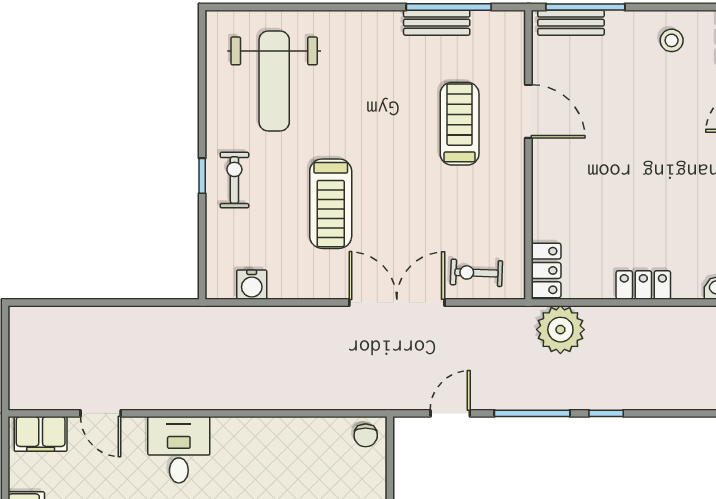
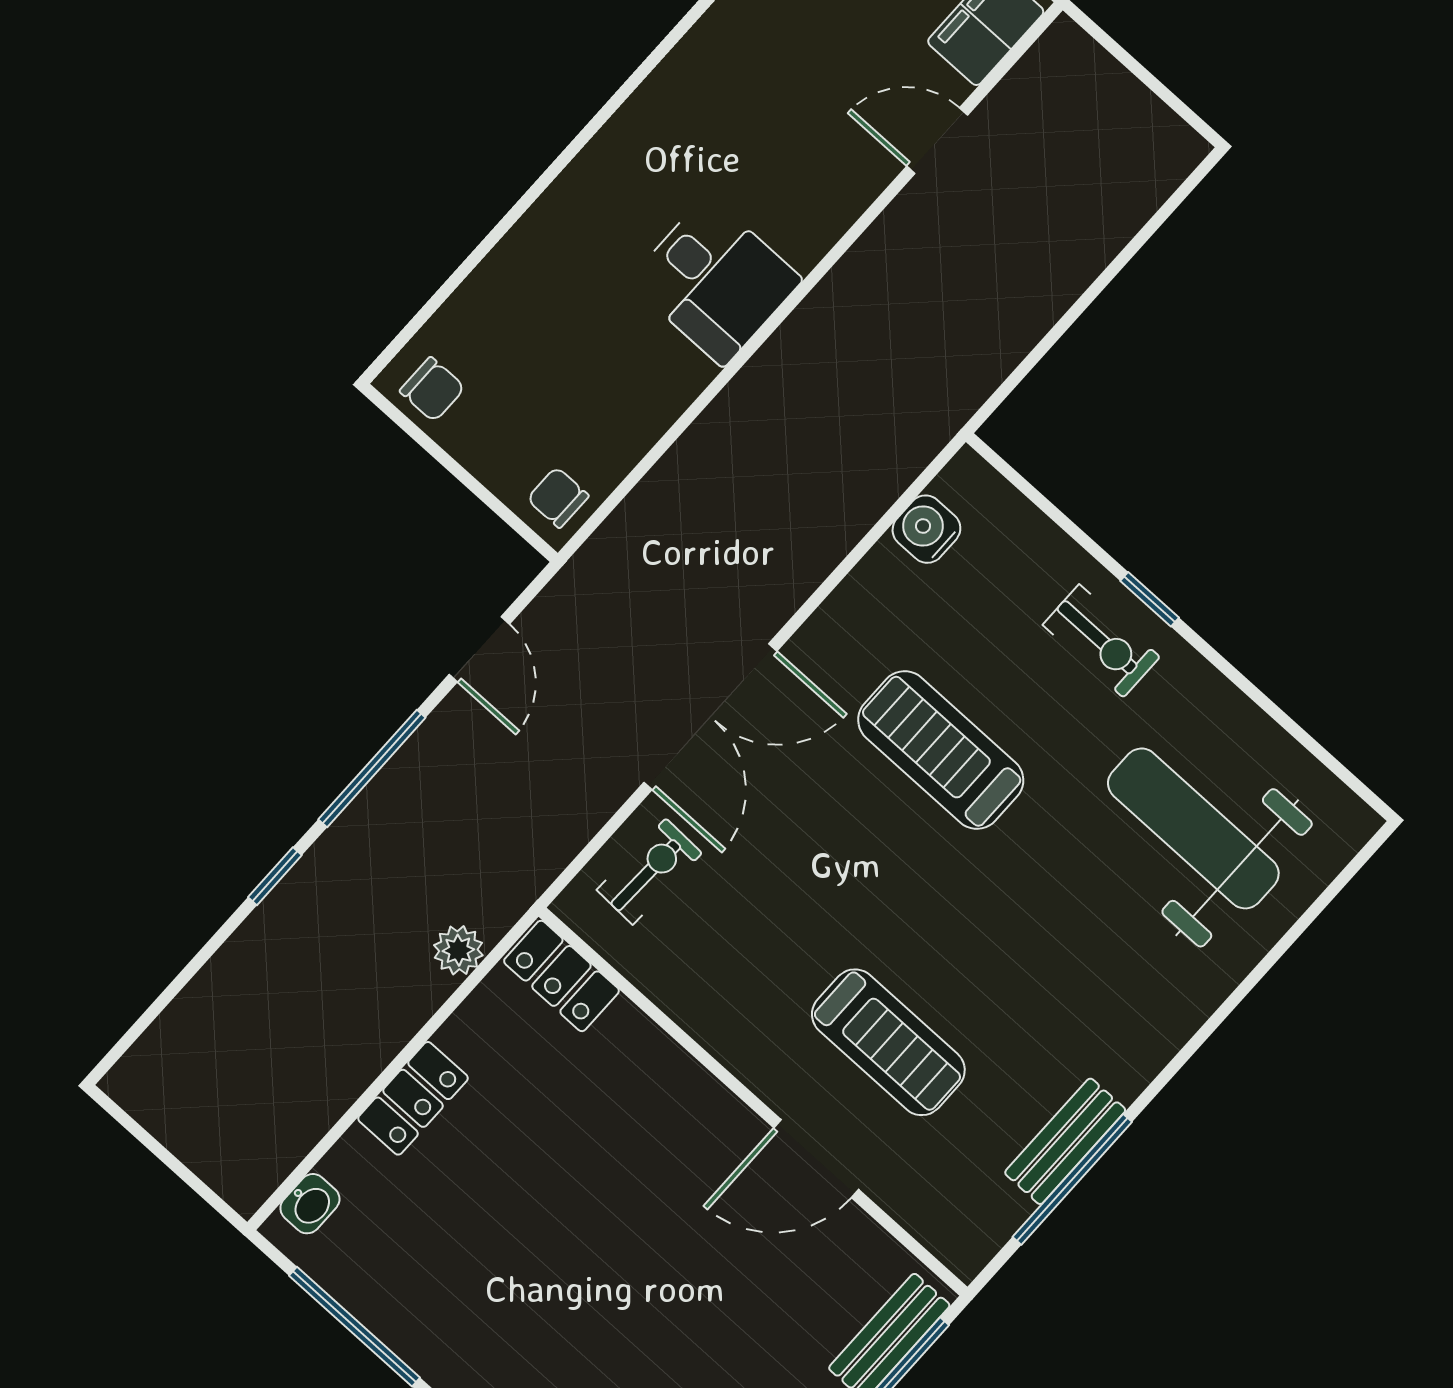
plant: (560, 330) -> (458, 950), width x0.53, depth x0.53
desk: (179, 450) -> (715, 281), moved

